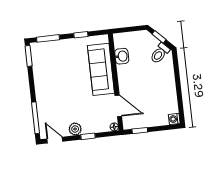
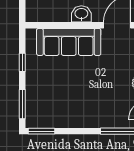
washbasin: (122, 56) -> (81, 14), moved

